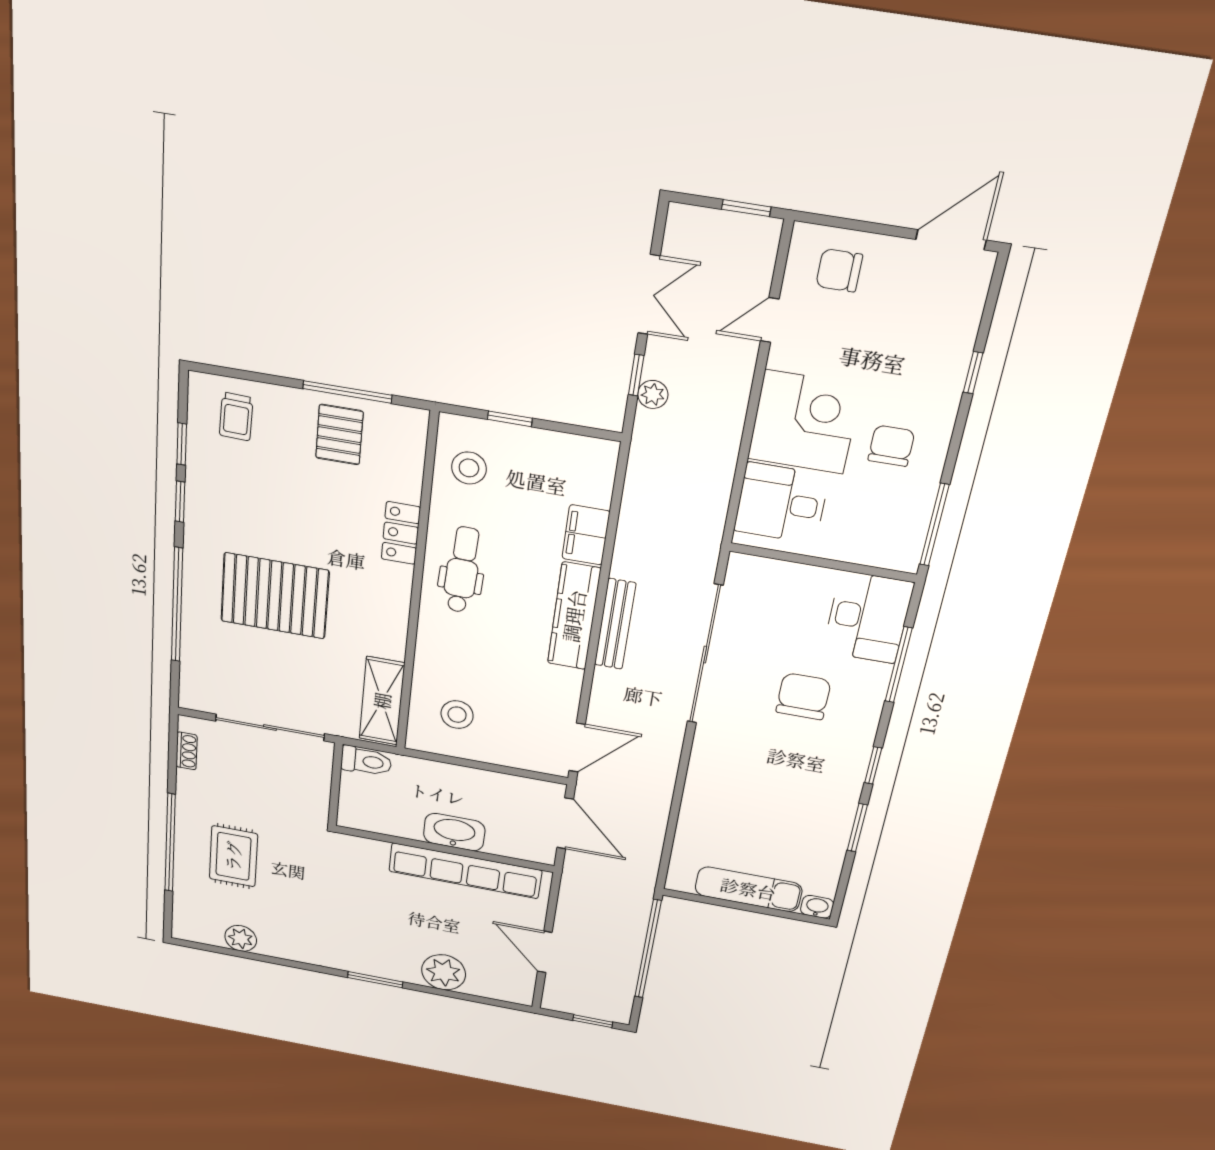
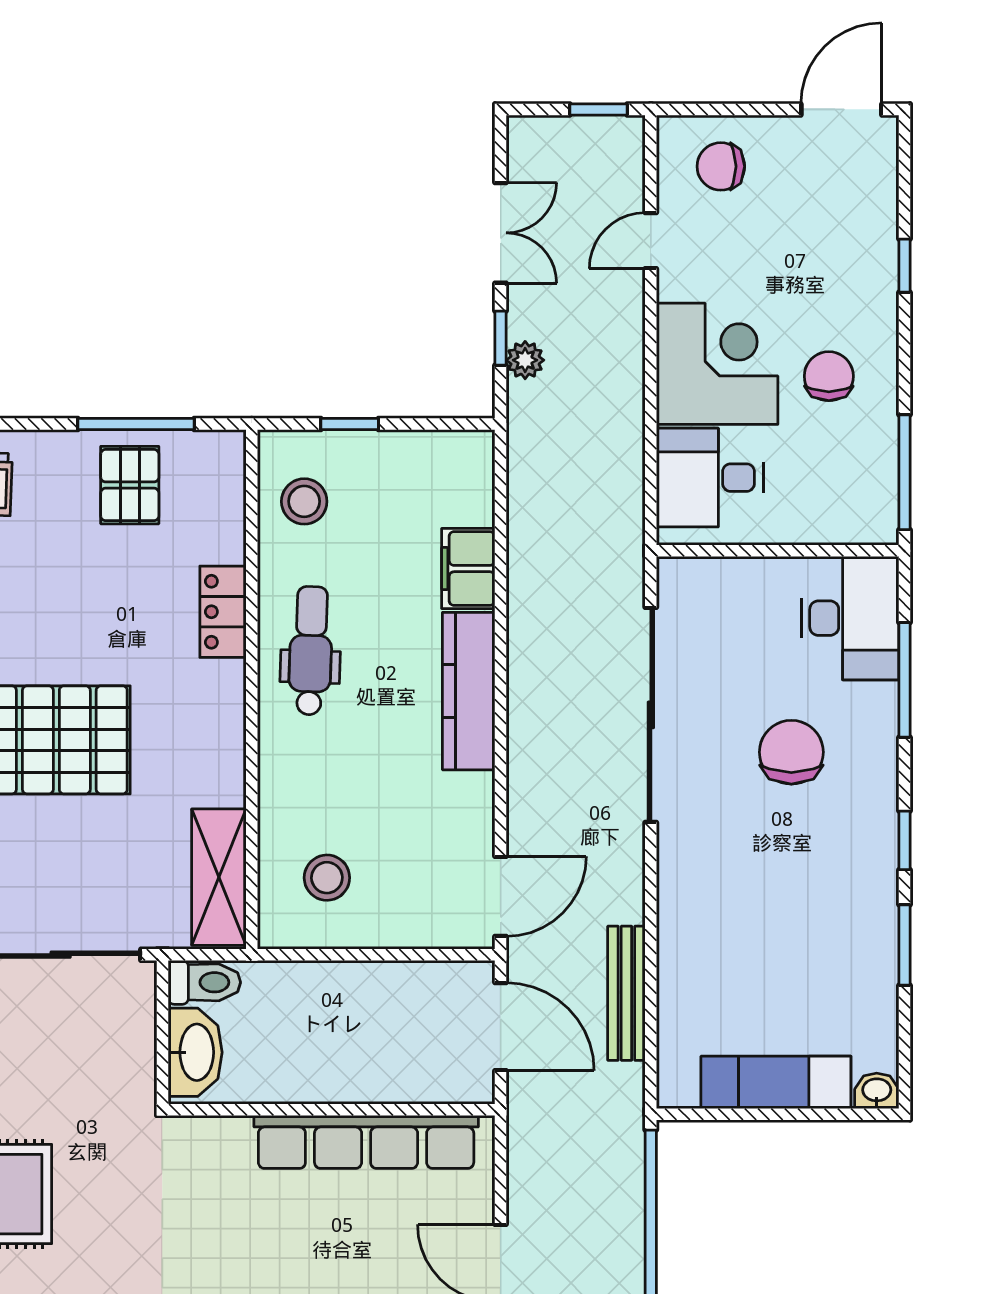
bench: (615, 624) -> (626, 993), moved
washbasin: (454, 832) -> (195, 1052), moved, turned 90

